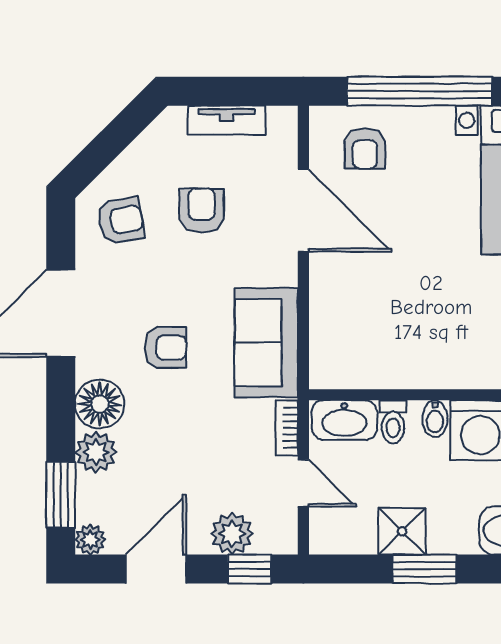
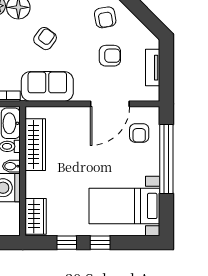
armchair: (365, 149) -> (139, 133), turned -90
armchair: (165, 347) -> (45, 39), turned -144
wardrobe: (389, 368) -> (35, 145), added

